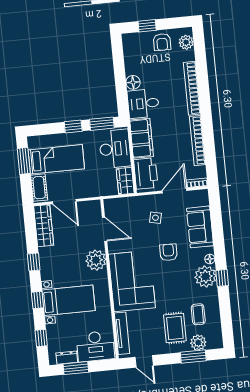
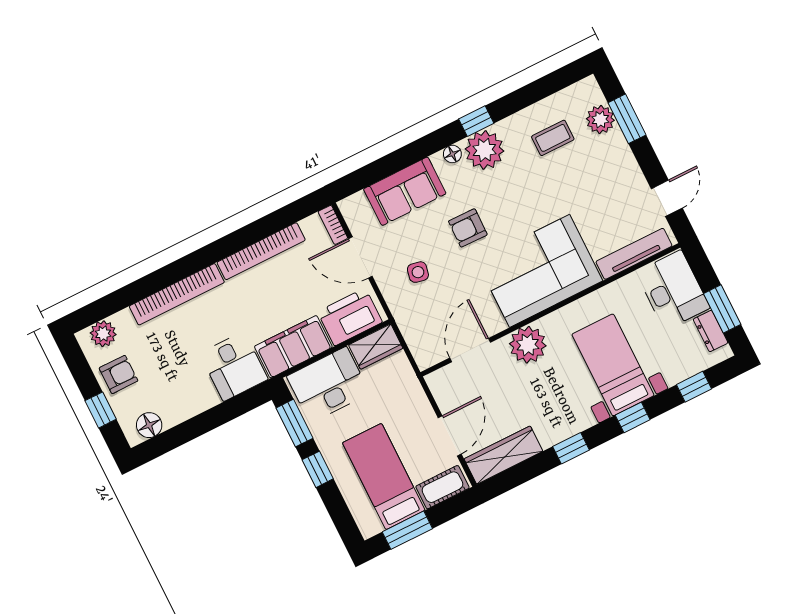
floor lamp: (133, 82) -> (149, 425), moved
rug: (175, 328) -> (591, 168), removed

